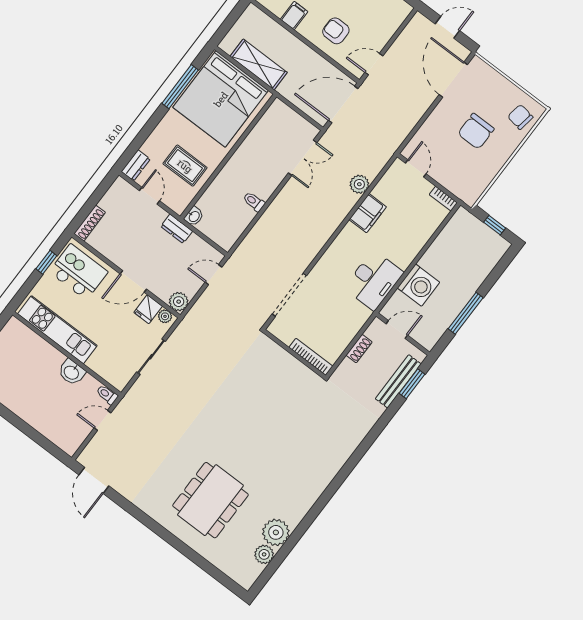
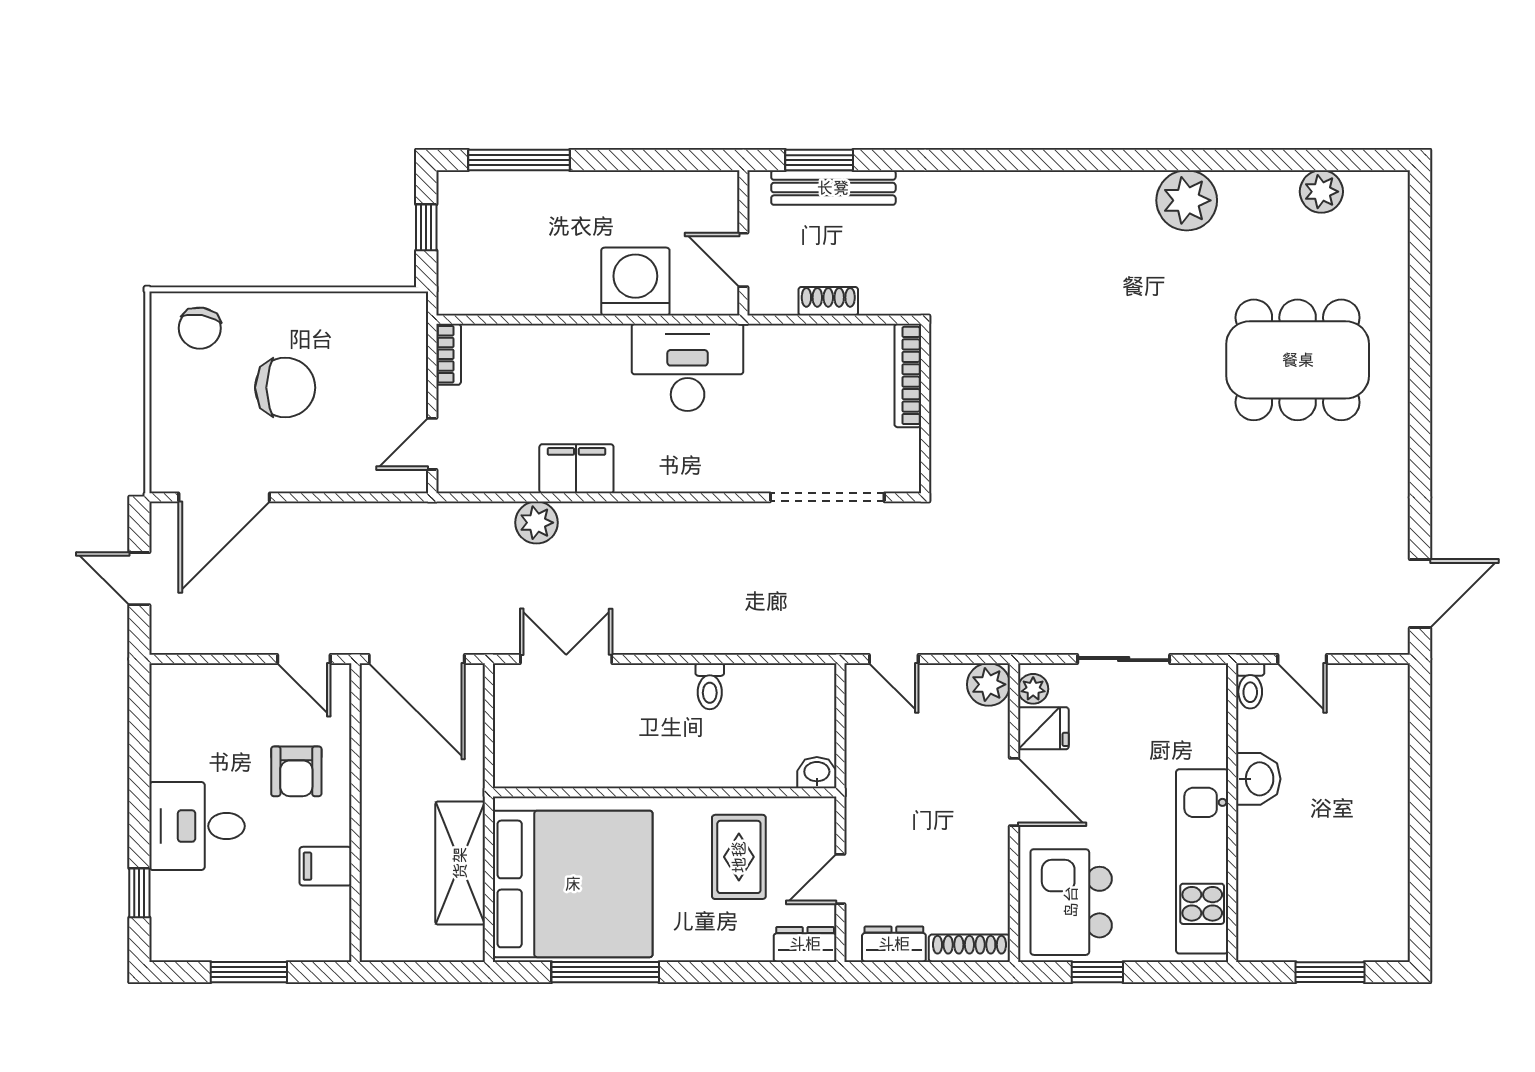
dresser: (177, 229) -> (894, 944), moved, turned -90
window: (466, 313) -> (519, 160), moved
plant: (276, 532) -> (1187, 200), moved

